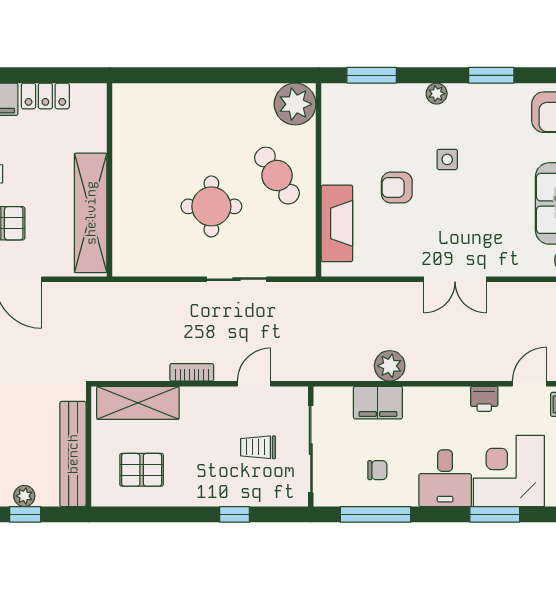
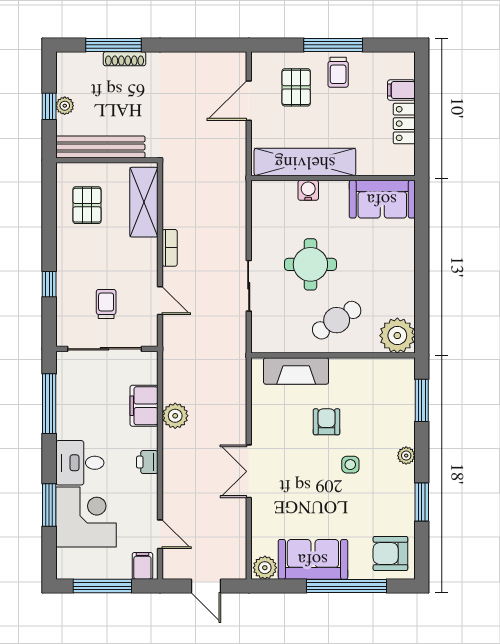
sofa: (135, 122) -> (382, 199), added
water cooler: (124, 209) -> (308, 190), added
printer: (484, 399) -> (147, 462), moved
chair: (377, 470) -> (87, 405), removed

